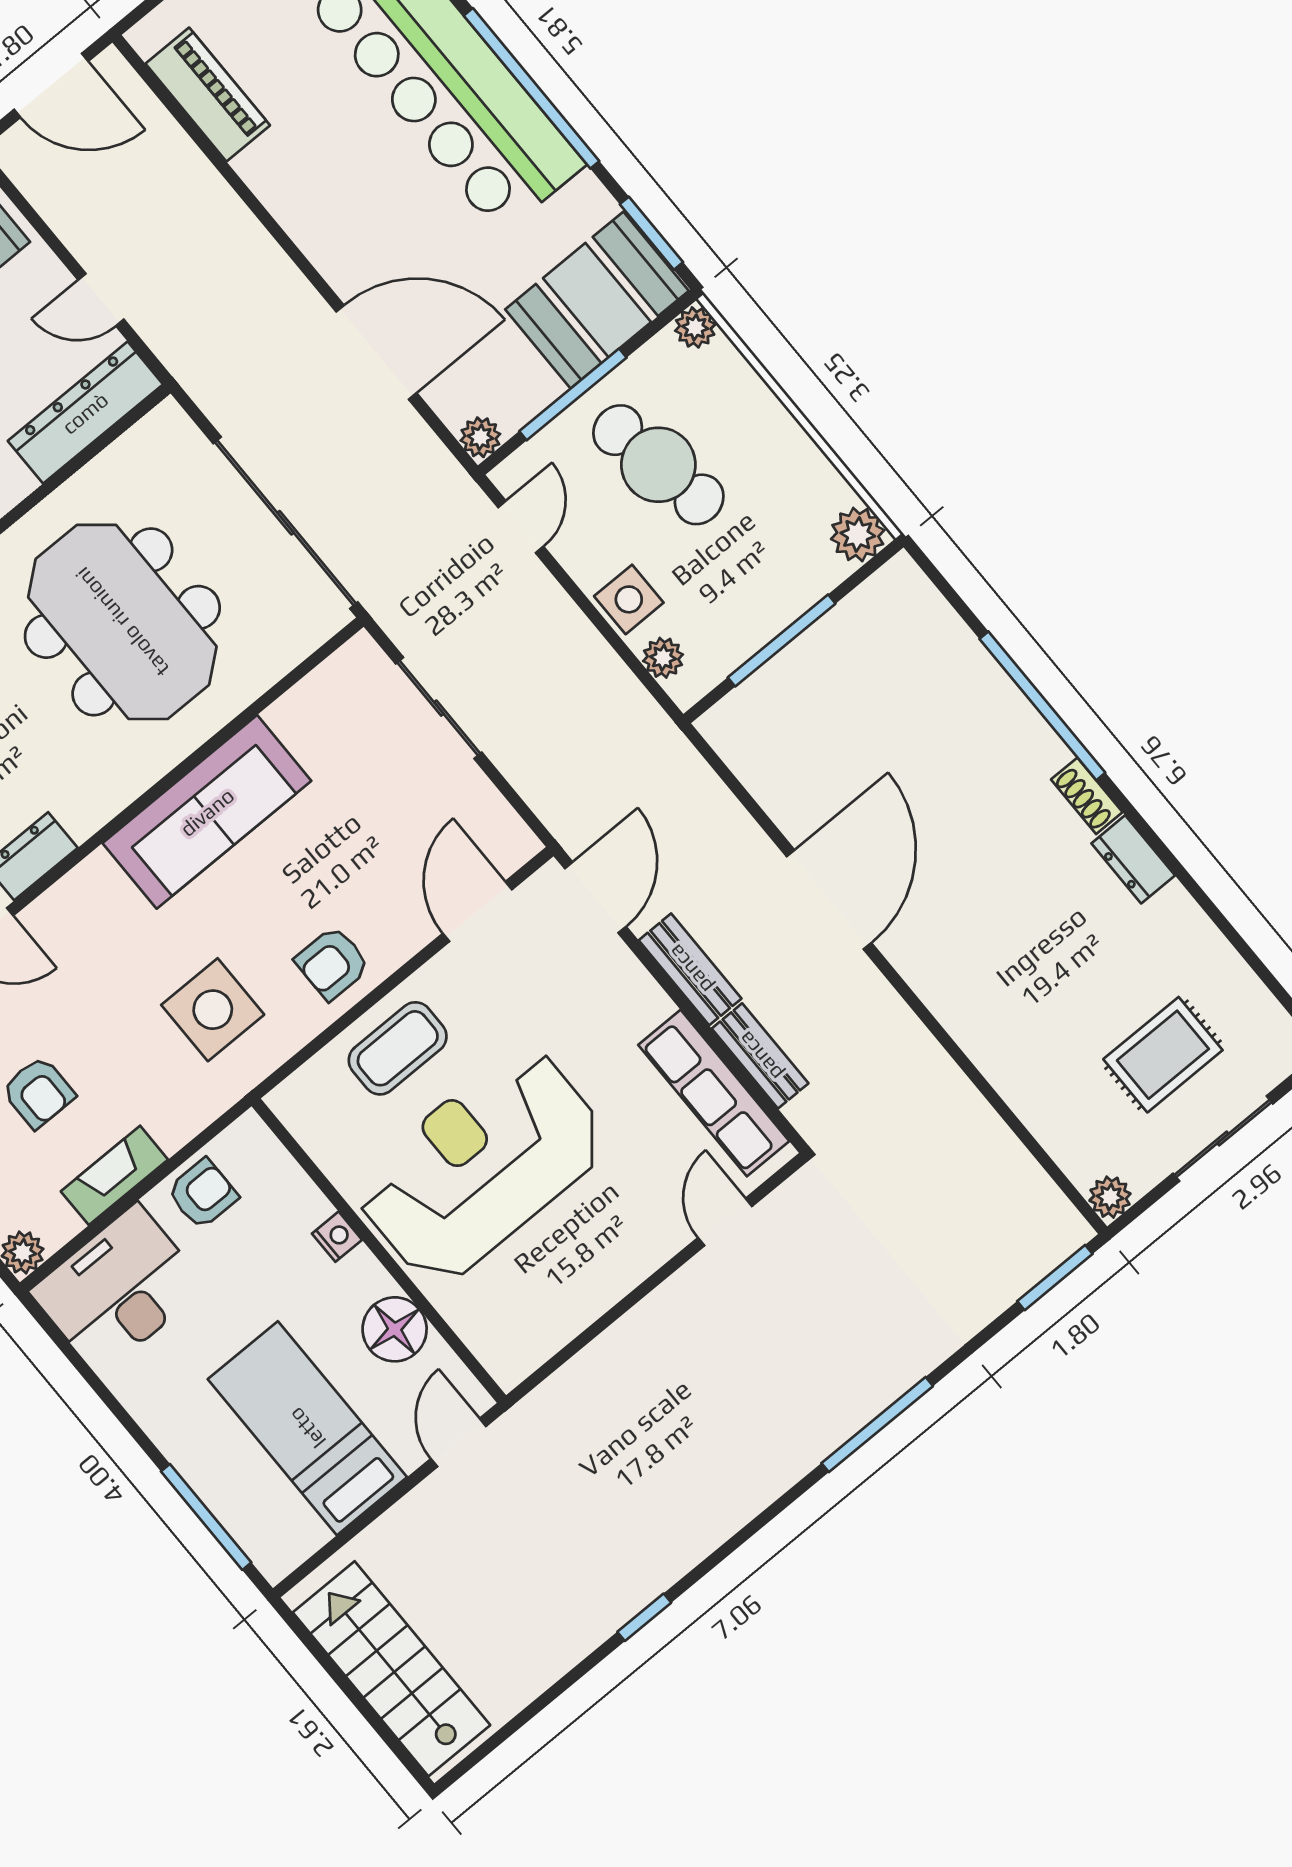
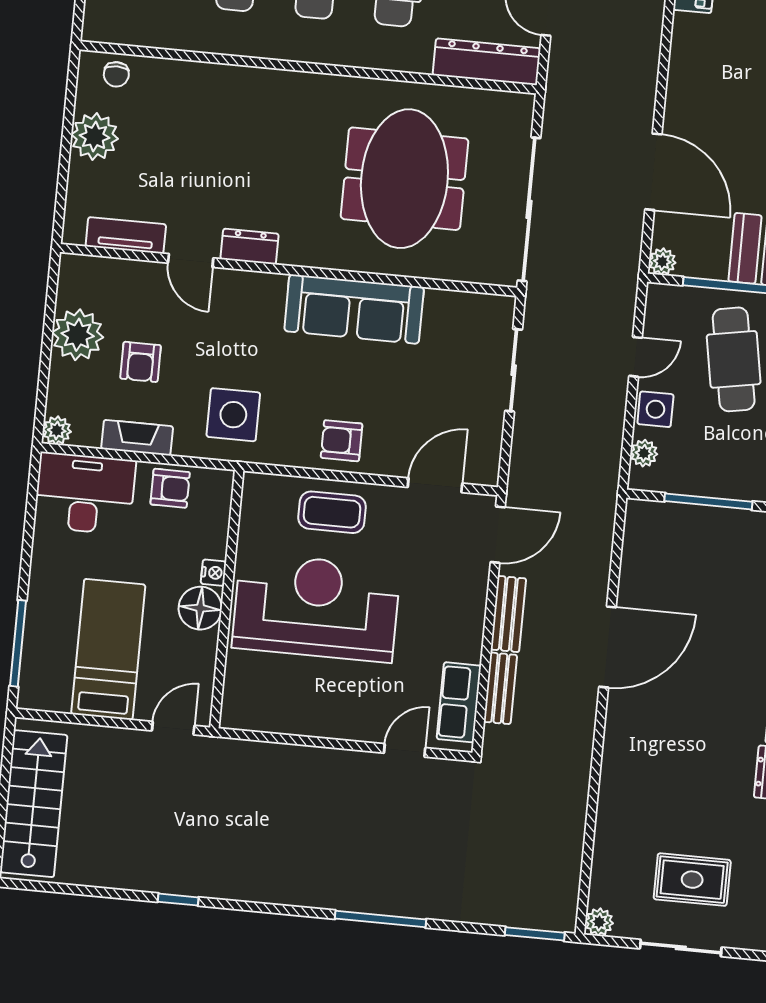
door: (521, 527) -> (636, 357), moved
side table: (213, 1010) -> (233, 415), moved
row of seats: (714, 1093) -> (459, 702), width x0.68
floor lamp: (395, 1329) -> (200, 608), moved

